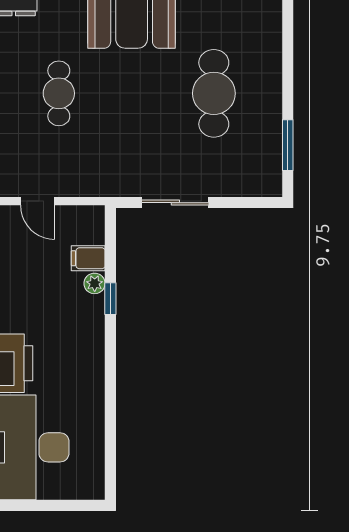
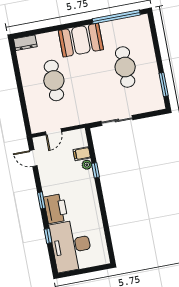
cafe table: (59, 93) -> (54, 80), width x1.37, depth x1.35
door: (38, 201) -> (53, 132), hinge flipped

